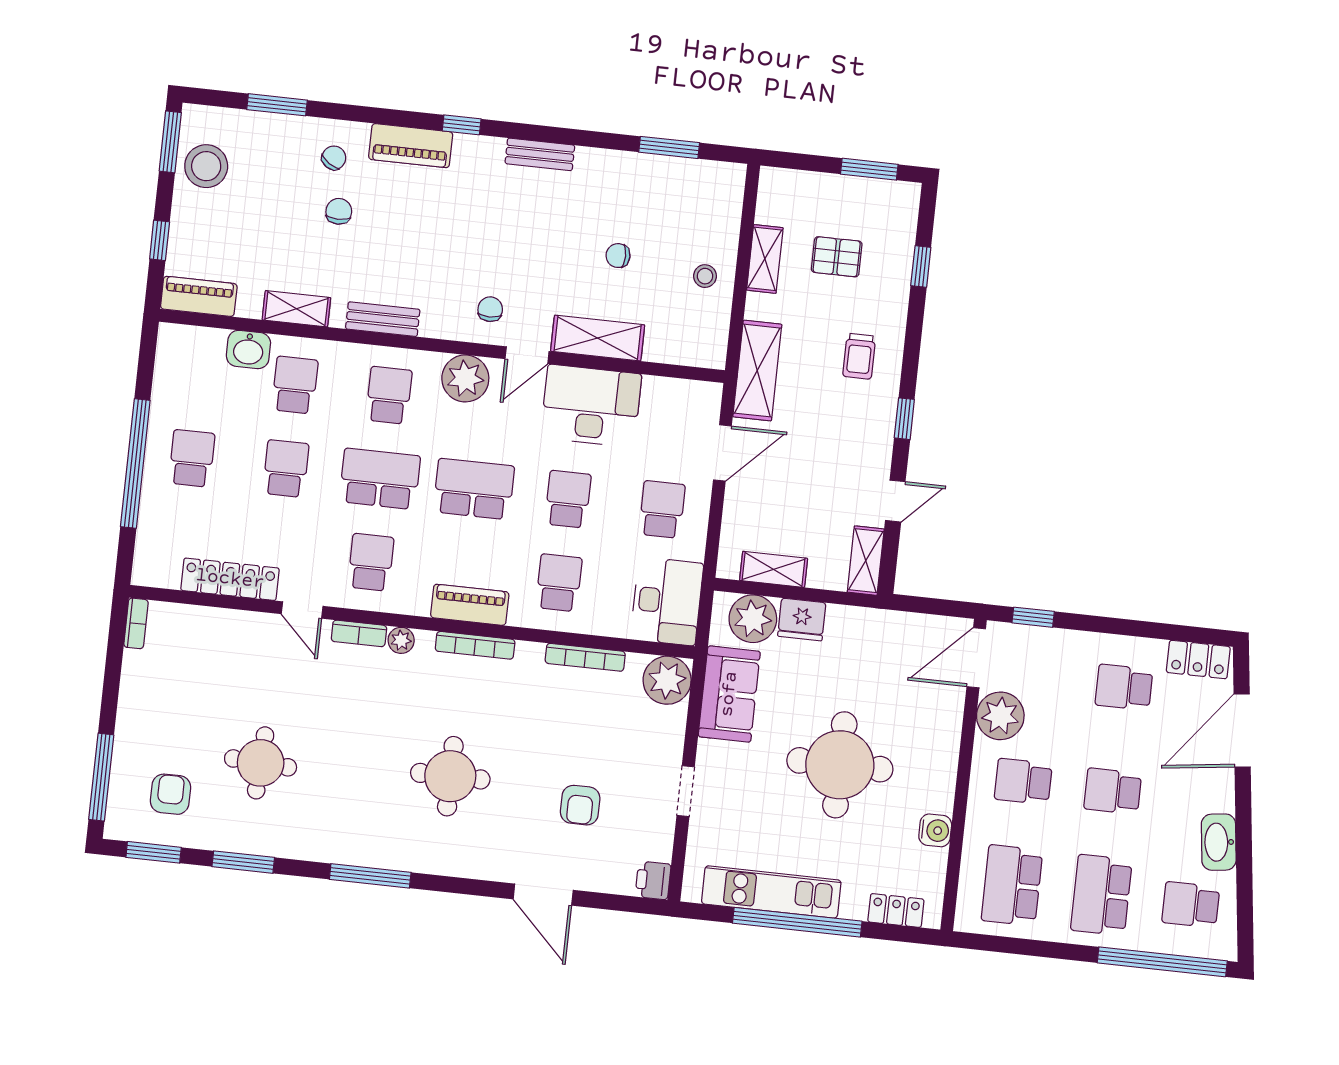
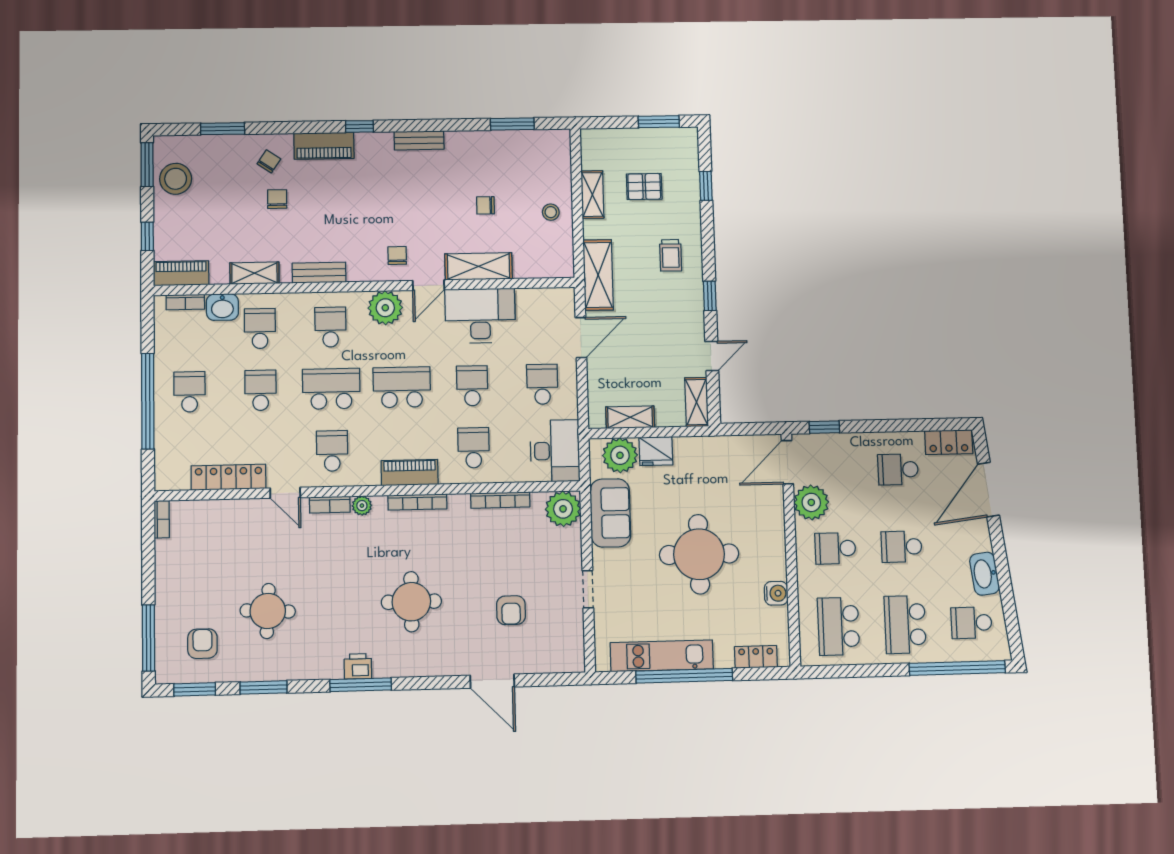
bookcase: (200, 336) -> (185, 302), added
printer: (653, 880) -> (358, 666), moved, turned 90

